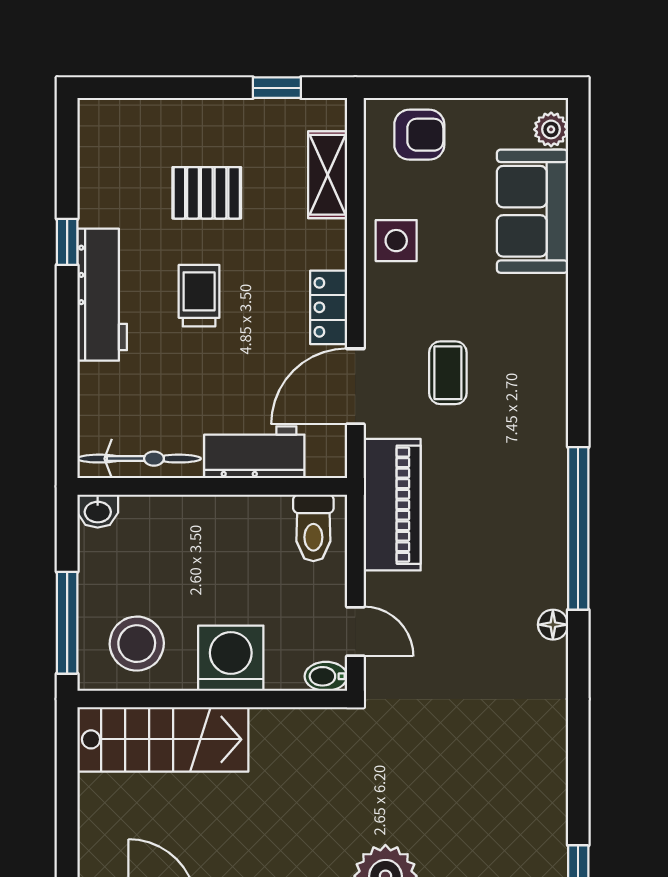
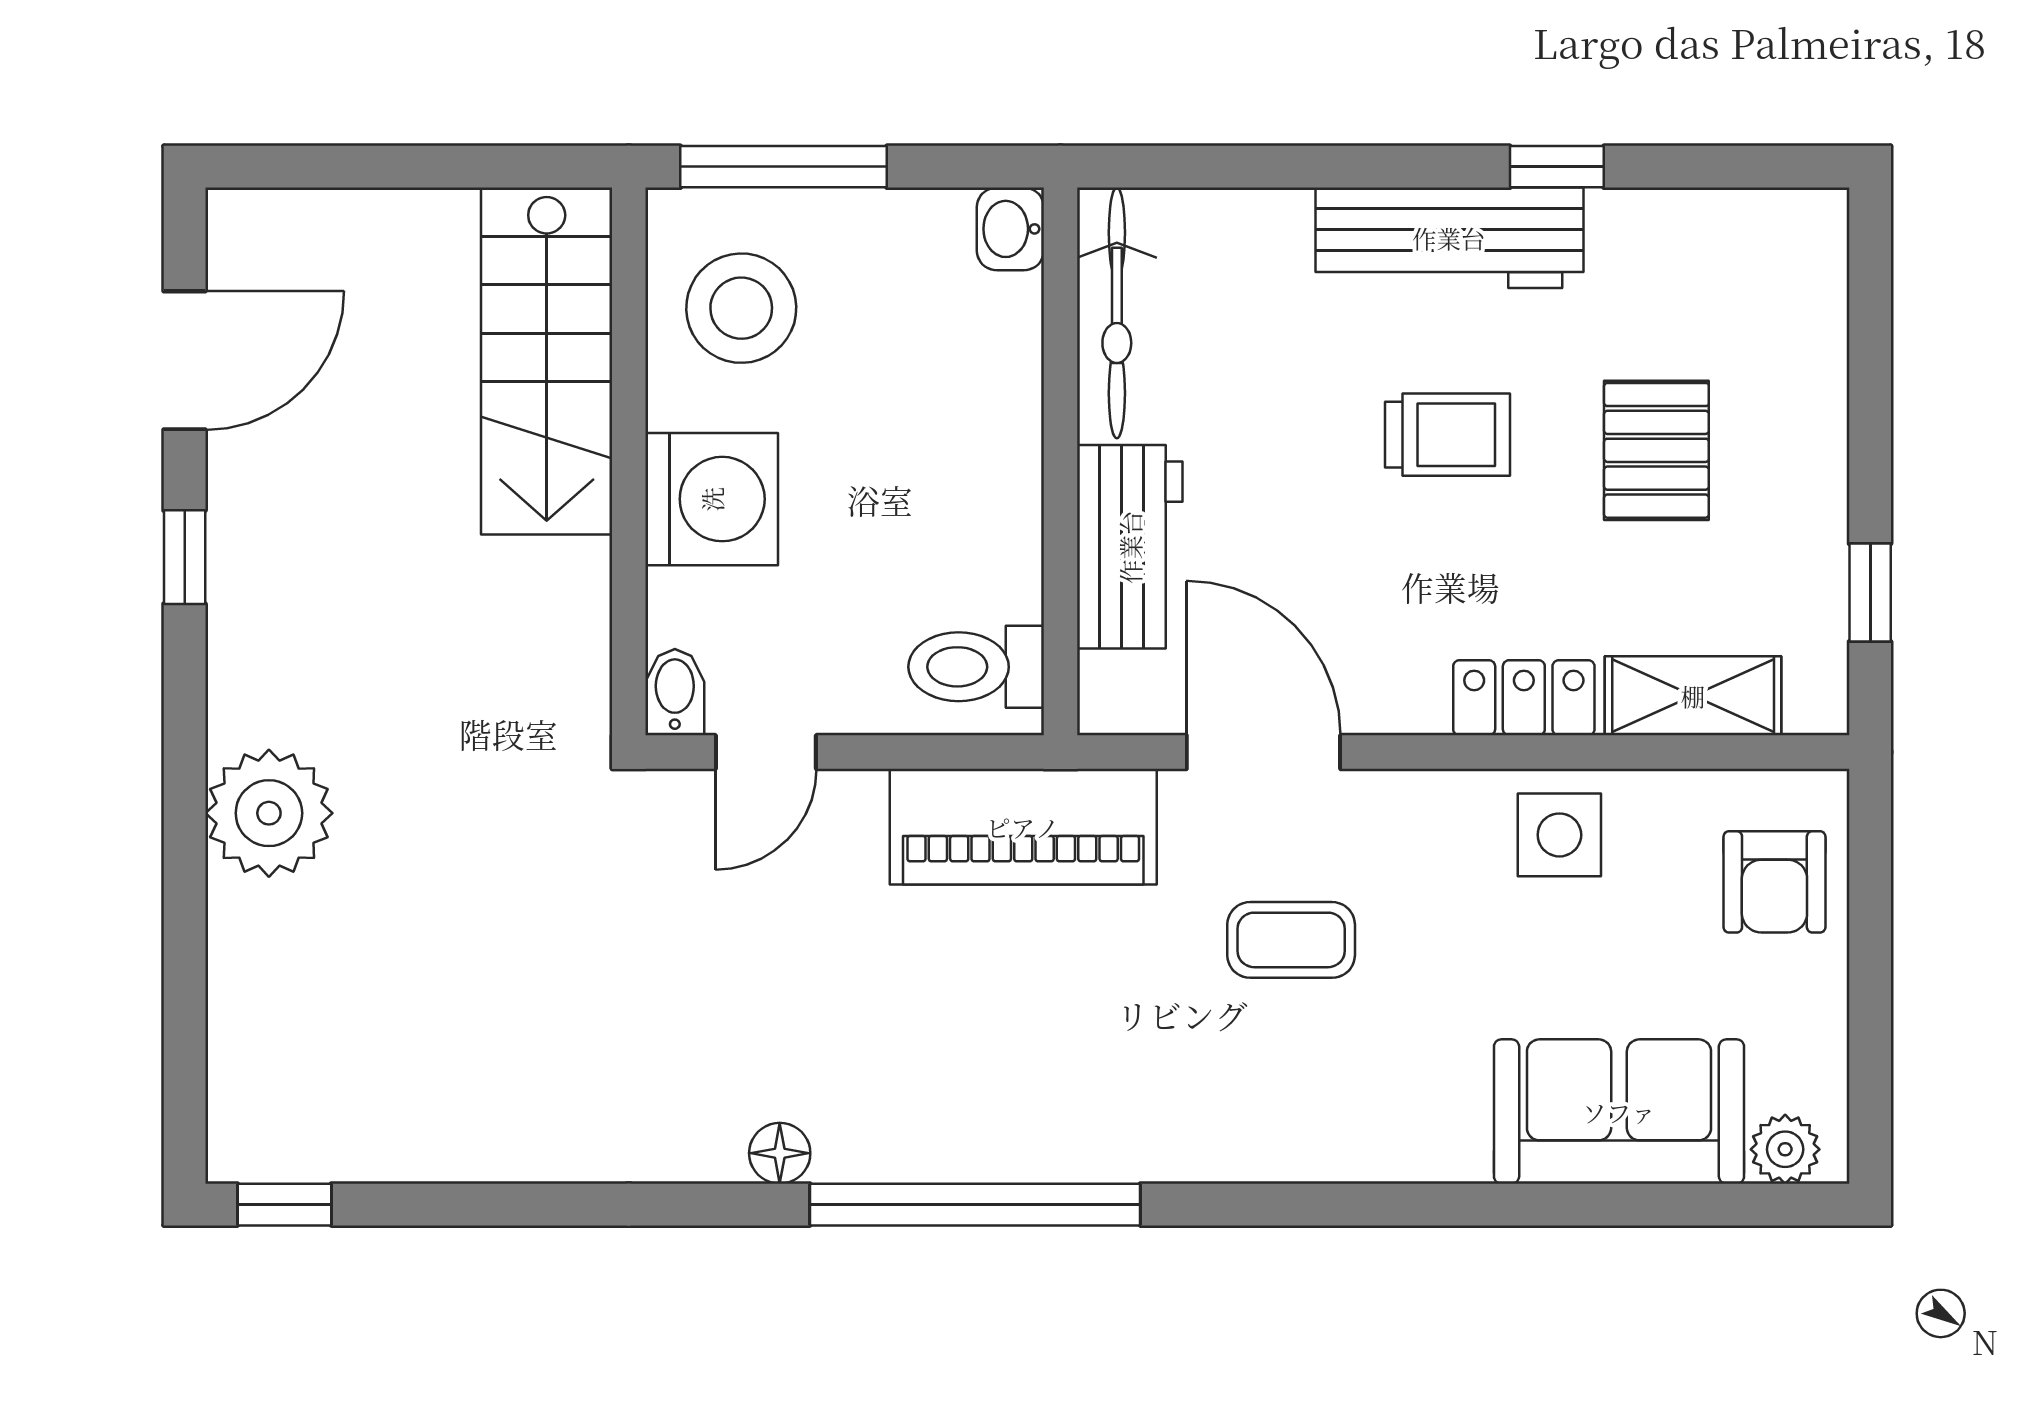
locker: (329, 307) -> (1524, 698), moved

